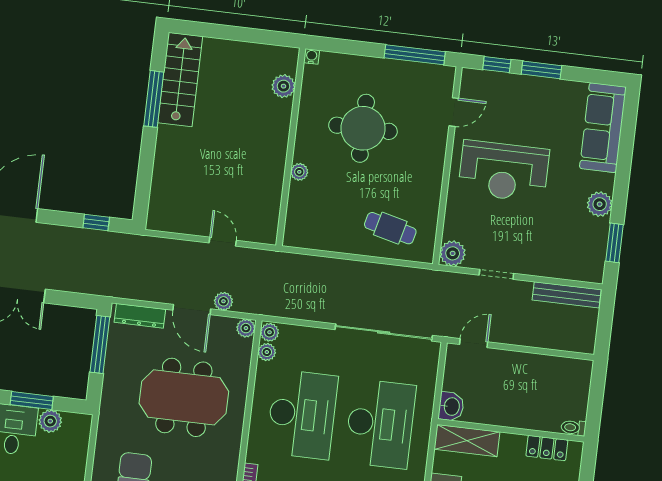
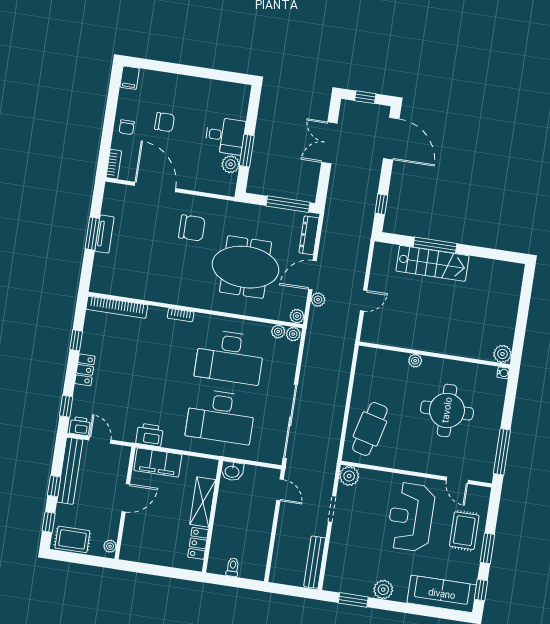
window: (497, 65) -> (481, 590), moved
stairs: (180, 80) -> (432, 263), moved
plant: (284, 86) -> (502, 354), moved
window: (154, 99) -> (435, 245), moved
rug: (519, 101) -> (464, 531), added
cafe table: (390, 228) -> (370, 429), width x1.37, depth x1.35
meeting table: (184, 397) -> (245, 267), turned 90
toilet: (573, 428) -> (233, 567), moved
shelving: (467, 441) -> (203, 502), moved

